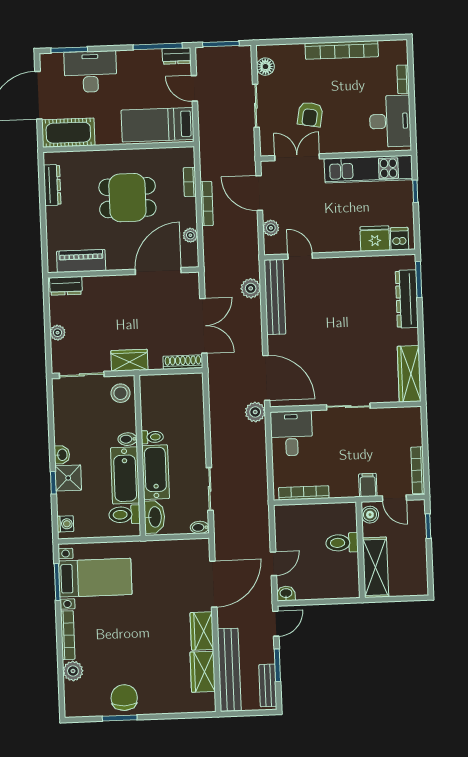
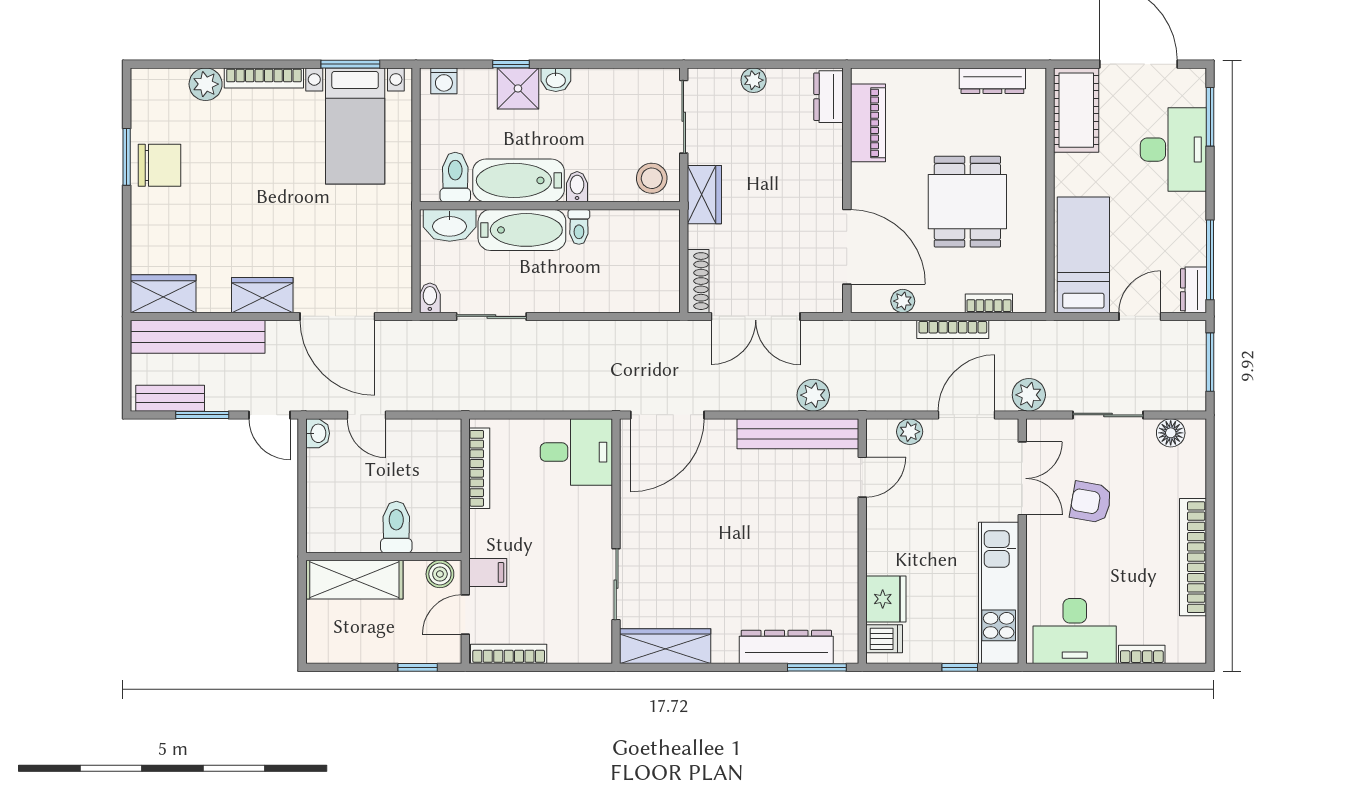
sliding door: (348, 407) -> (616, 584), moved
plant: (255, 412) -> (1029, 395), moved
wardrobe: (203, 672) -> (163, 294), moved

